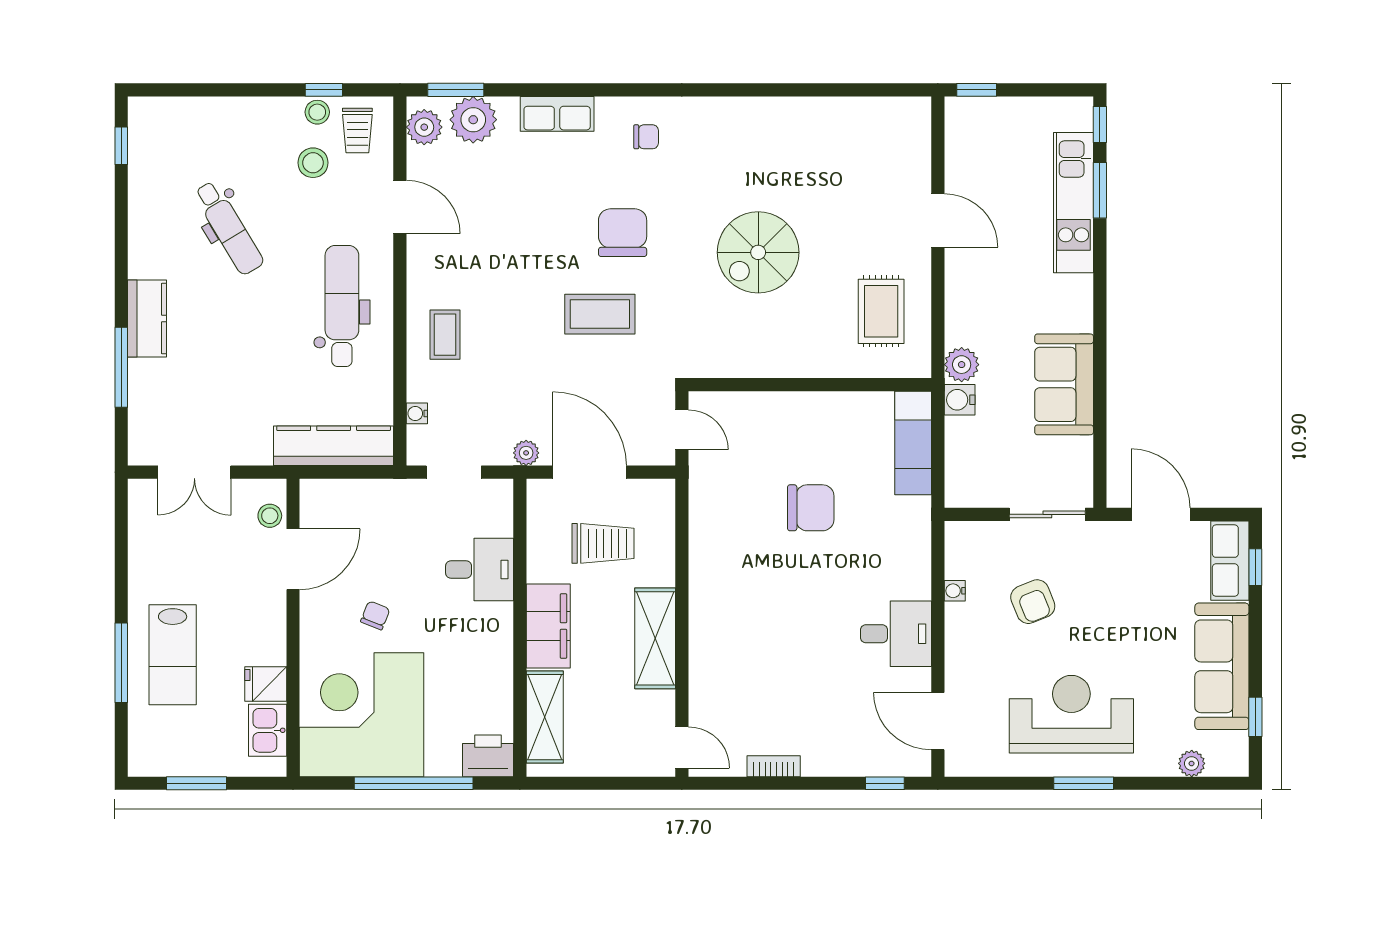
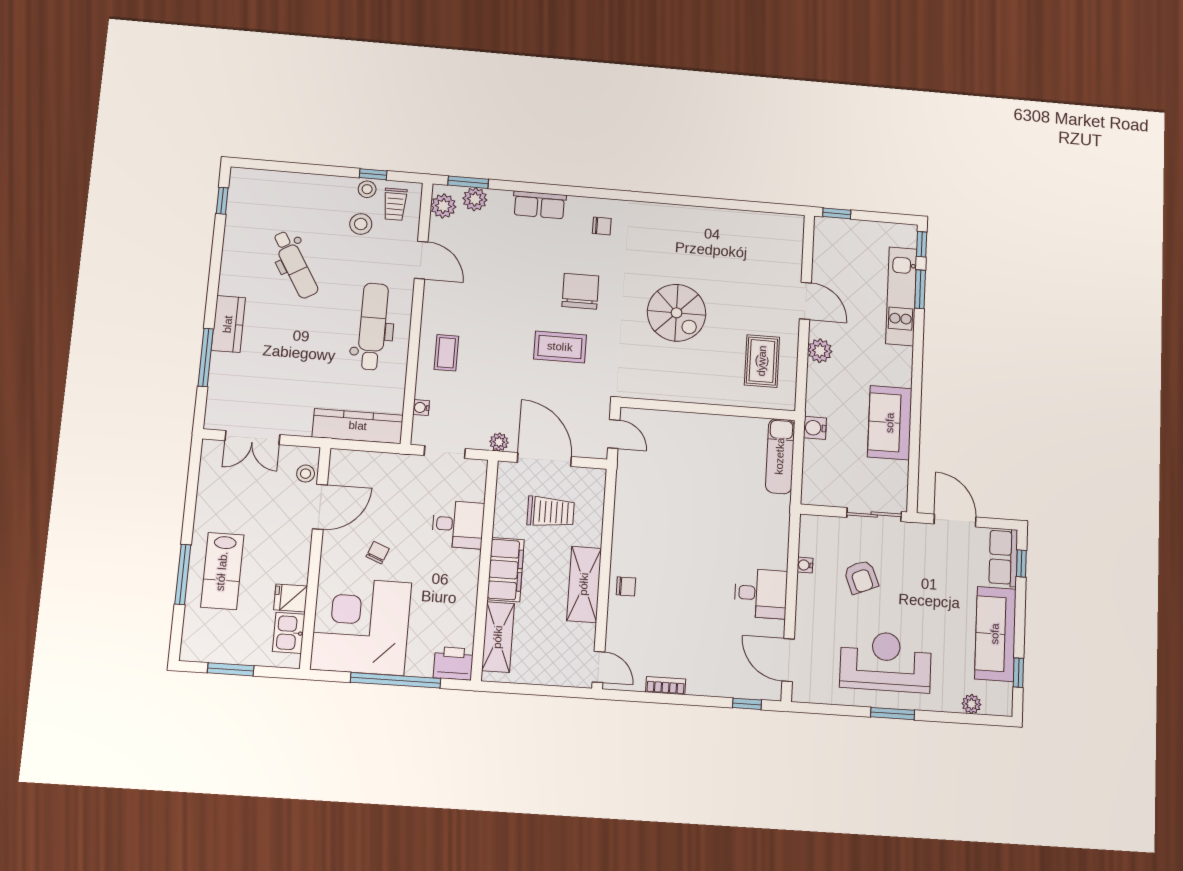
plant: (473, 120) -> (475, 199), width x0.73, depth x0.73
spiral stairs: (758, 252) -> (677, 313), turned -90
plant: (962, 365) -> (820, 351), moved
chair: (811, 508) -> (626, 586), moved, width x0.54, depth x0.54

